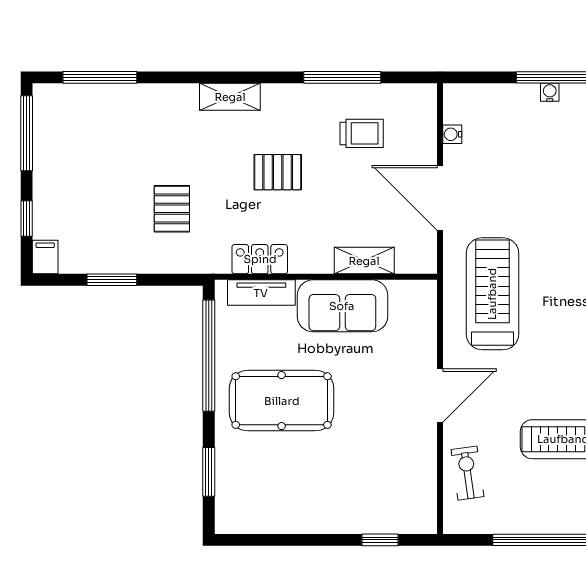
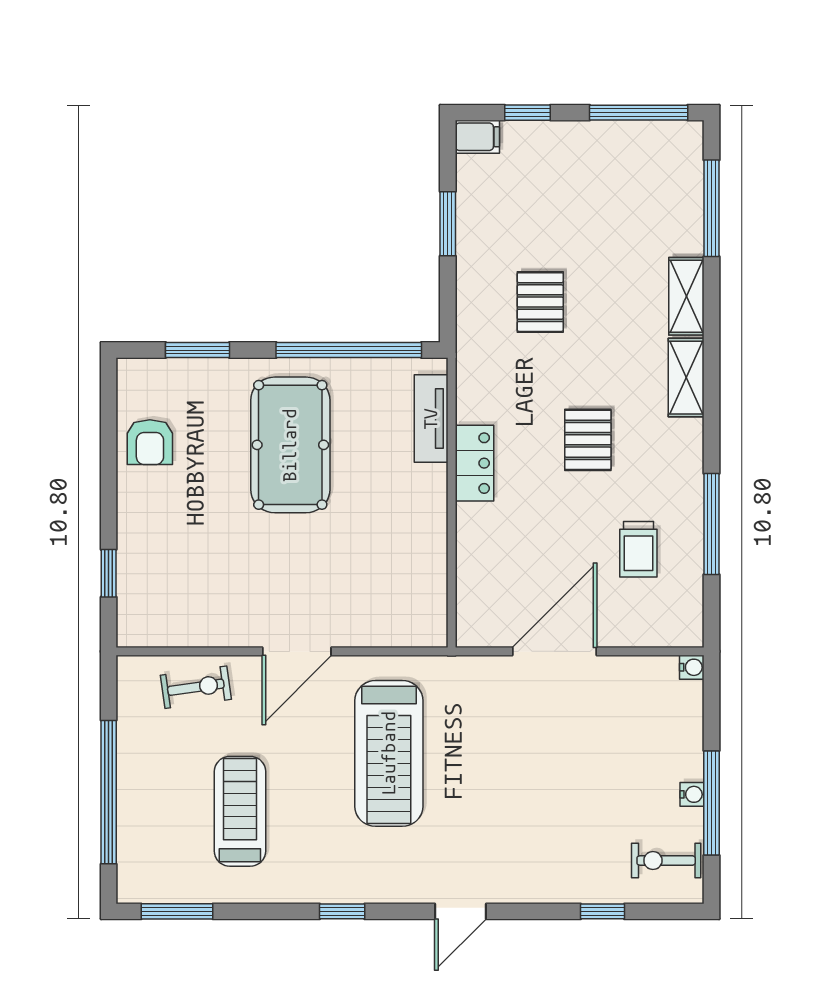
water cooler: (452, 134) -> (692, 667), moved, turned 90
pallet: (172, 209) -> (540, 302), turned 90
locker: (260, 259) -> (475, 463), moved
shelving: (364, 261) -> (686, 296), moved
treadmill: (492, 294) -> (389, 753), moved, turned 90
sofa: (342, 306) -> (414, 524), removed
door: (440, 395) -> (297, 651), hinge flipped
armchair: (279, 508) -> (150, 442), added

